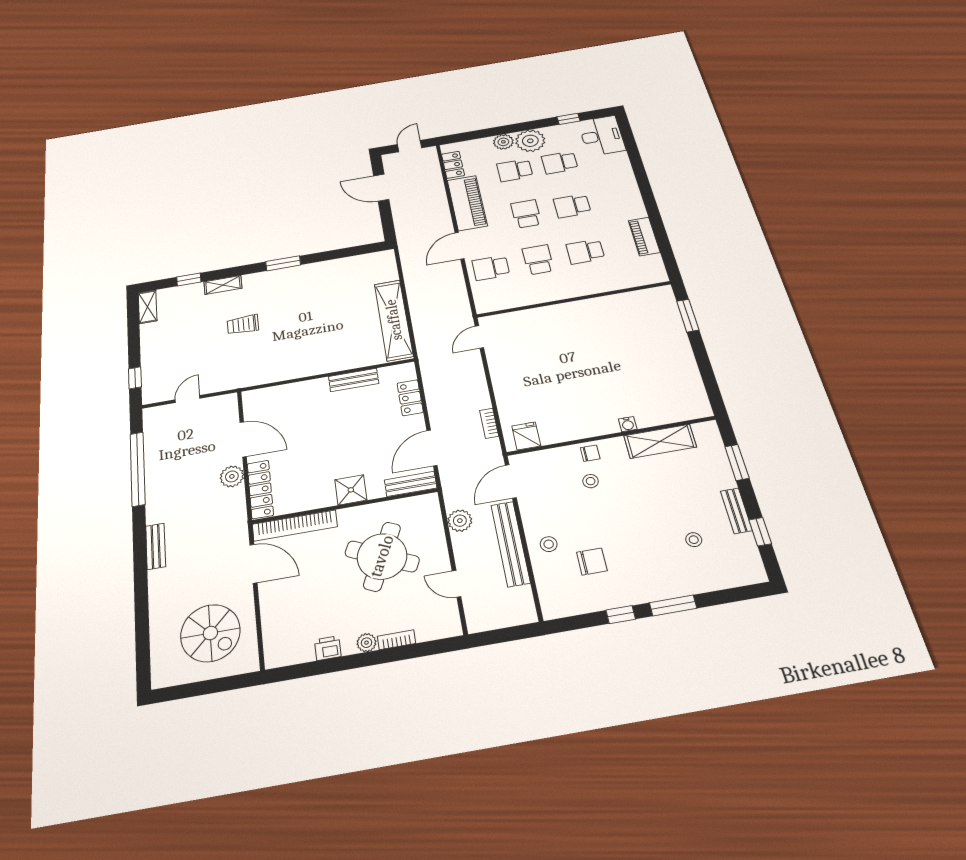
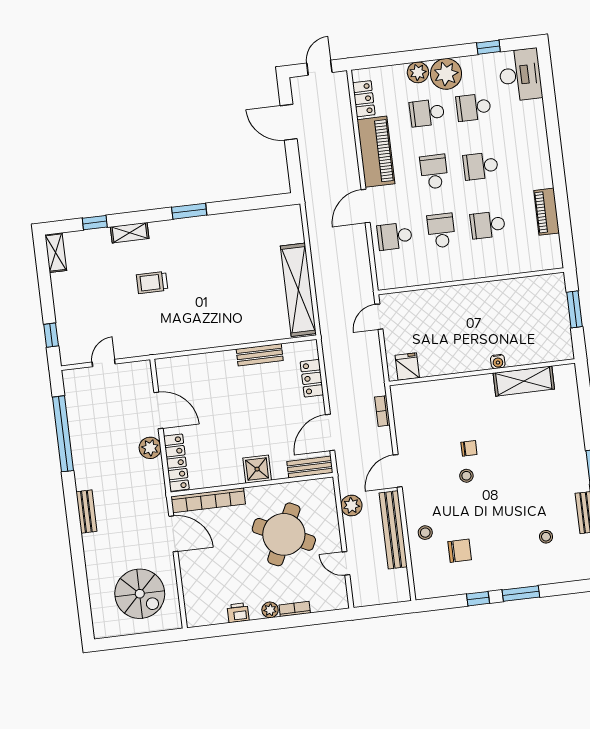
water cooler: (628, 424) -> (498, 361), moved
fridge: (526, 436) -> (407, 367), moved
wall: (611, 436) -> (482, 372), moved
shelving: (660, 441) -> (524, 381), moved

